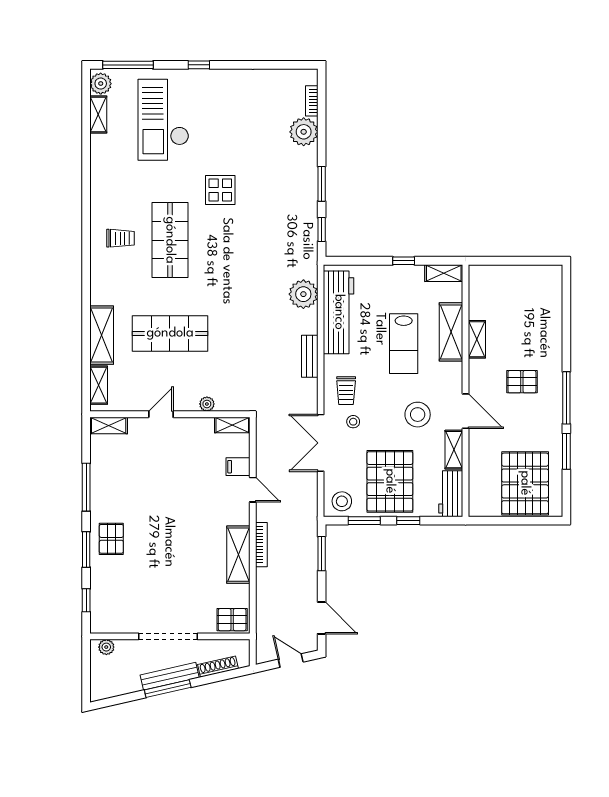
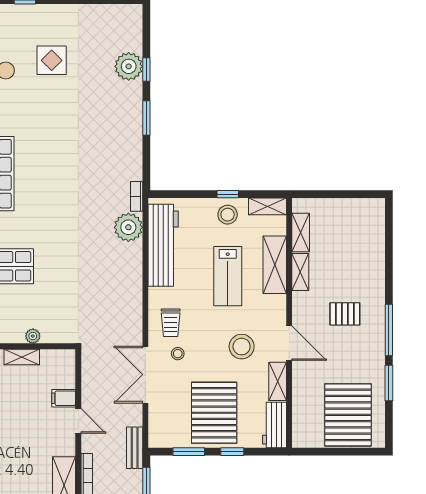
bookcase: (312, 101) -> (137, 196), moved
display table: (220, 190) -> (52, 60), moved
window: (322, 230) -> (146, 69), moved
shelving: (477, 299) -> (301, 232), added
bench: (310, 356) -> (135, 448), moved
shelving: (232, 425) -> (22, 357), moved
stool: (342, 501) -> (228, 215), moved

